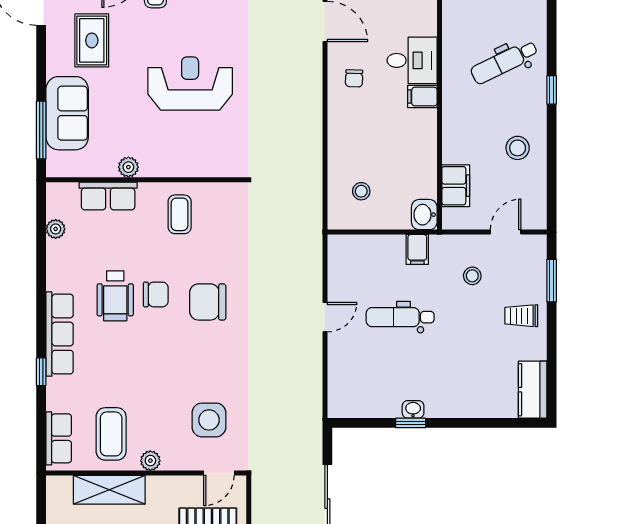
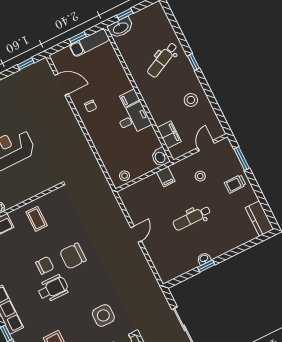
desk: (412, 60) -> (134, 119), moved
stool: (361, 191) -> (125, 176), moved
wheelchair: (115, 296) -> (53, 289), moved, turned -90
dental chair: (400, 317) -> (192, 218), moved

